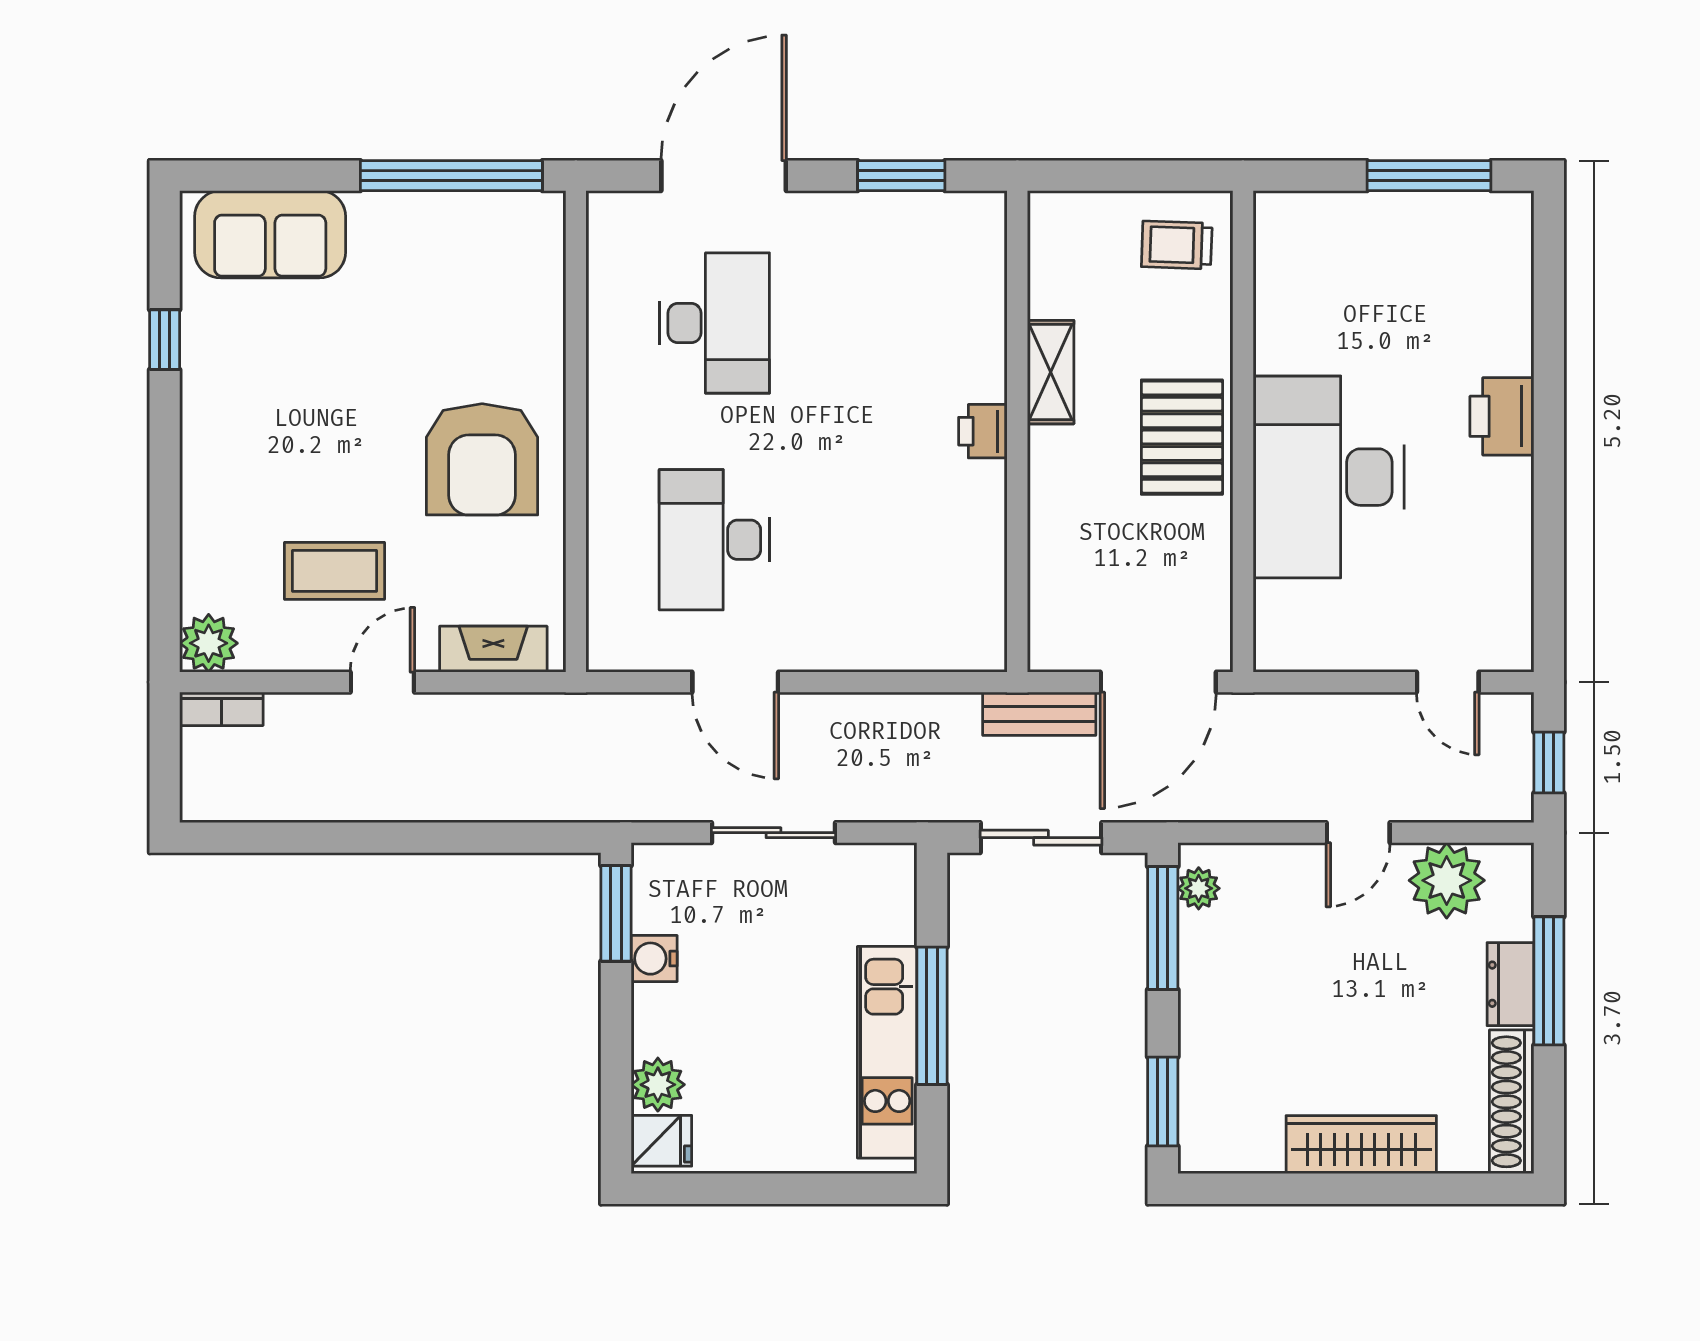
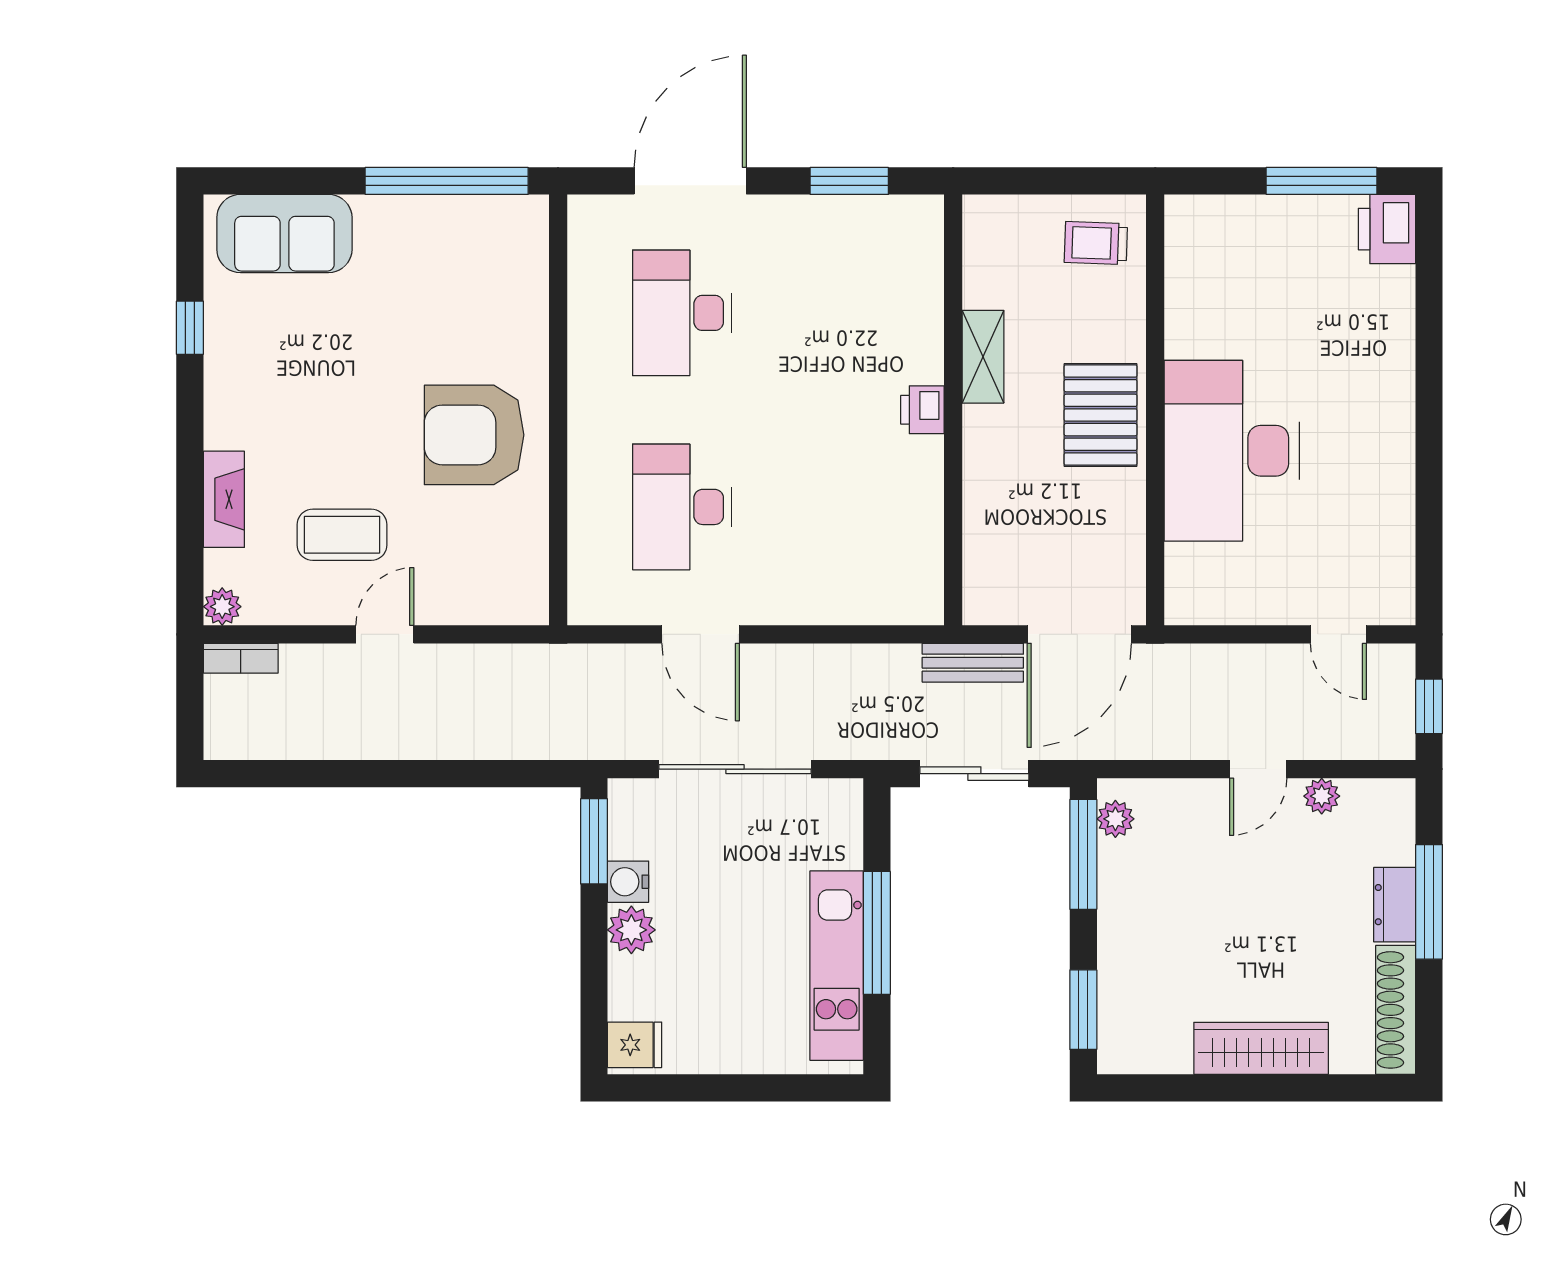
desk: (714, 323) -> (682, 313), turned 180
printer: (1502, 416) -> (1387, 229), moved
armchair: (482, 459) -> (474, 435), turned 90
plant: (209, 643) -> (222, 607), width x0.73, depth x0.73
fireplace: (493, 649) -> (224, 499), moved, turned 90
sliding door: (774, 833) -> (735, 769), width x1.37
plant: (1447, 880) -> (1322, 796), width x0.53, depth x0.53
plant: (658, 1085) -> (631, 930), moved

